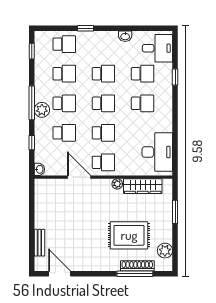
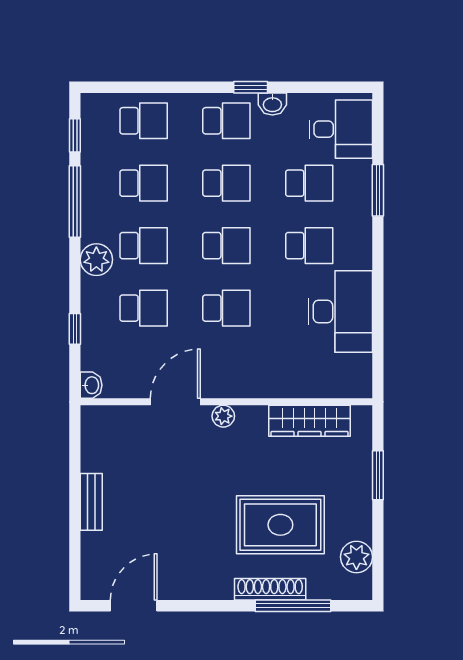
window: (86, 28) -> (251, 87), moved
window: (175, 77) -> (378, 190), width x1.50
window: (32, 103) -> (75, 202), moved
desk: (157, 152) -> (340, 311), moved
school desk: (103, 162) -> (226, 121), moved
door: (79, 177) -> (175, 402), hinge flipped
plant: (117, 184) -> (223, 416), moved
bench: (39, 243) -> (91, 502), moved
shoe rack: (137, 266) -> (270, 589), moved
door: (60, 274) -> (134, 606), hinge flipped

